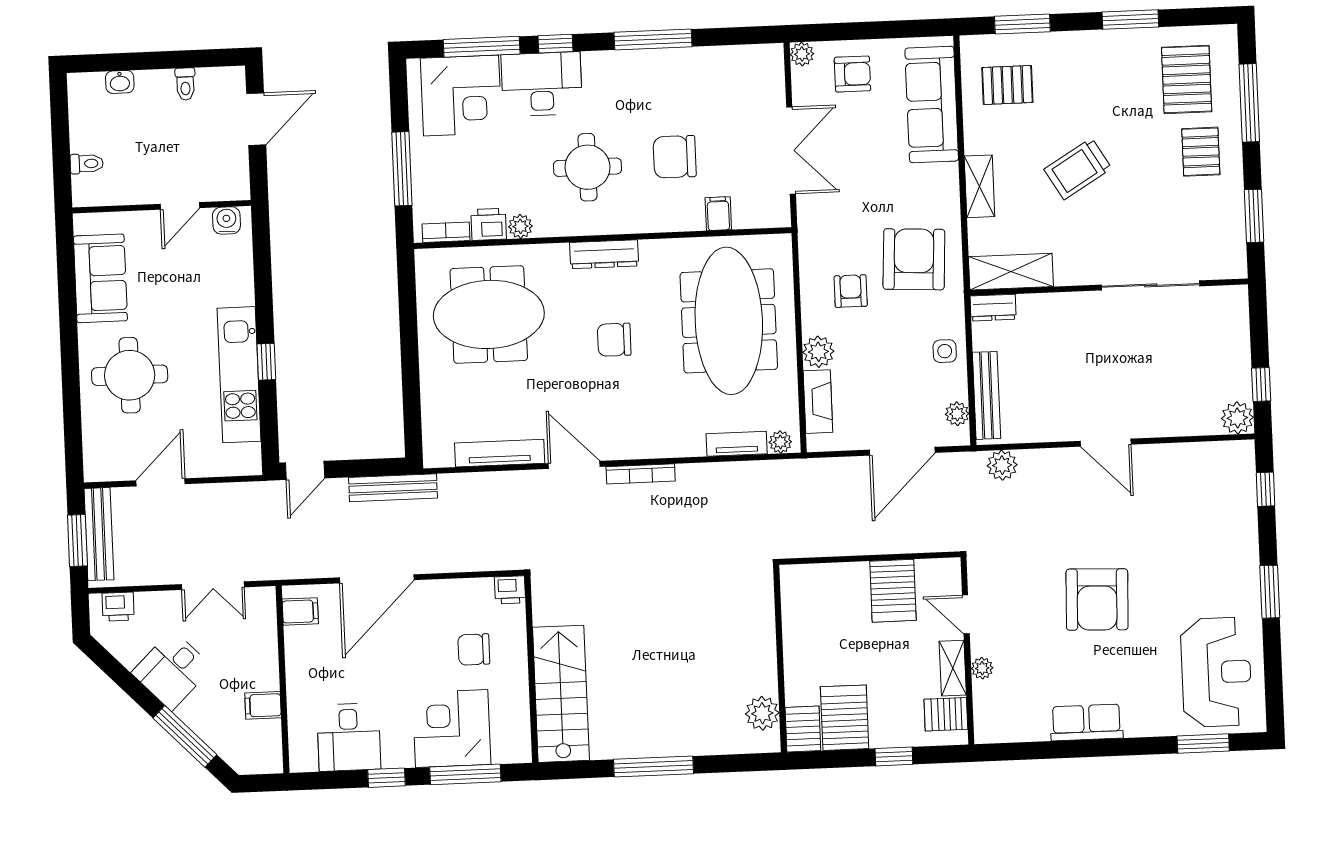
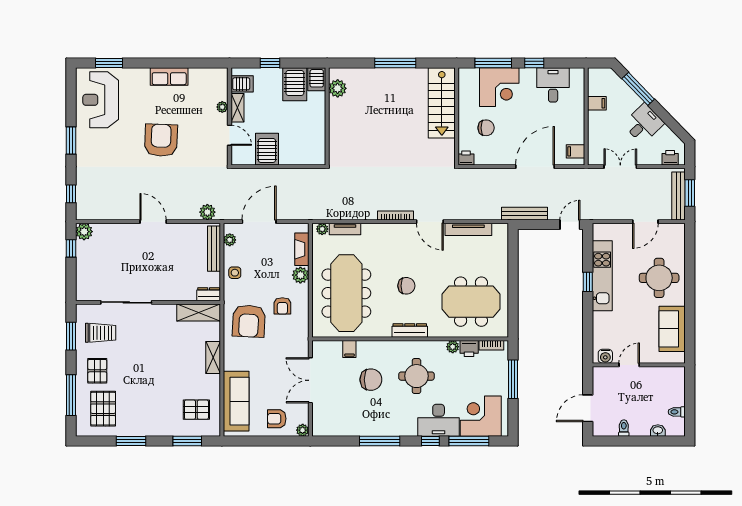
toilet: (87, 164) -> (677, 412), moved
trolley: (1078, 169) -> (101, 333), moved, turned 31

